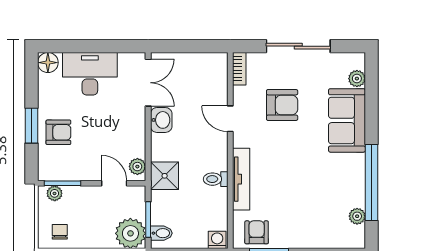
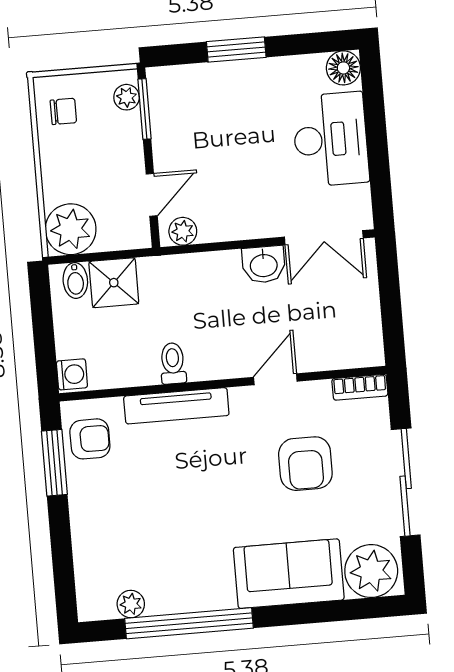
plant: (357, 79) -> (371, 571), width x1.88, depth x1.88
armchair: (58, 132) -> (229, 95), removed
shower: (165, 176) -> (114, 283), moved
window: (148, 219) -> (96, 257), removed

